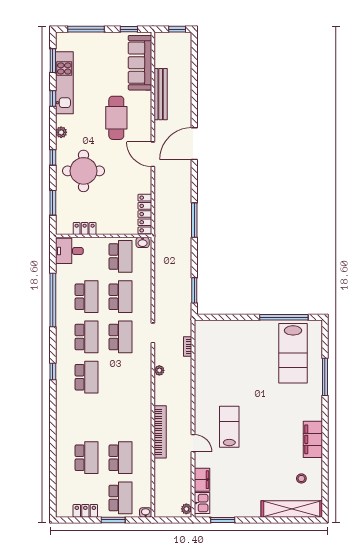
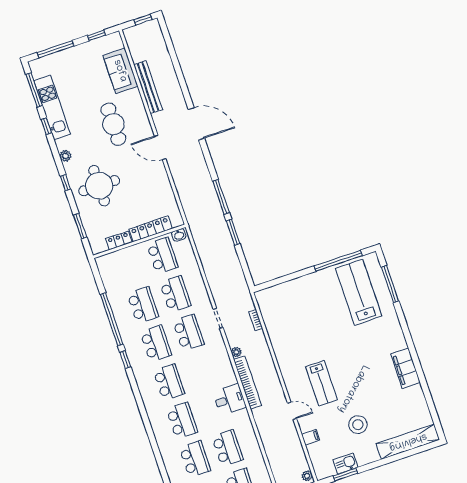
window: (53, 61) -> (34, 90), width x1.44
sofa: (140, 63) -> (120, 71), width x0.73
door: (194, 144) -> (196, 124), swing flipped
locker: (145, 214) -> (151, 229), moved, turned 90
desk: (69, 251) -> (229, 400), moved, turned 180
window: (194, 290) -> (233, 232), moved
lab bench: (293, 353) -> (359, 292), turned 180
window: (53, 371) -> (125, 360), moved
window: (325, 377) -> (390, 284), moved
school desk: (87, 417) -> (182, 421), added
lab bench: (229, 427) -> (321, 383), turned 180
bookcase: (160, 432) -> (248, 383), moved
stool: (301, 478) -> (358, 425), moved, width x1.89, depth x1.89
filing cabinet: (202, 480) -> (311, 437), width x0.50
kitchen sink: (202, 503) -> (345, 464), moved, turned -90

